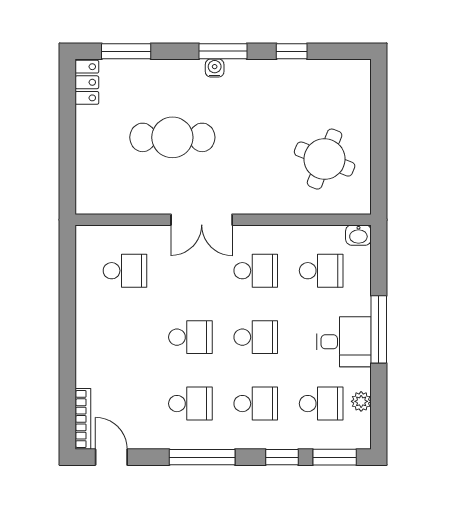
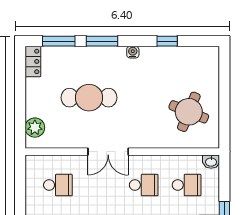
window: (223, 51) -> (102, 41), moved
water cooler: (215, 68) -> (133, 52), moved
plant: (90, 183) -> (35, 128), added

